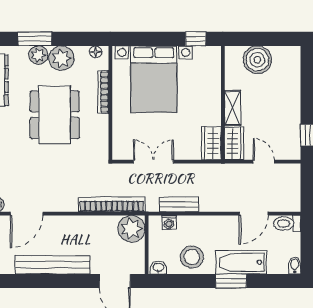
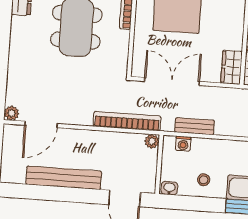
double door: (153, 162) -> (172, 81), width x1.37
plant: (131, 229) -> (152, 141), width x0.53, depth x0.53
stool: (192, 257) -> (204, 180), width x0.53, depth x0.53

